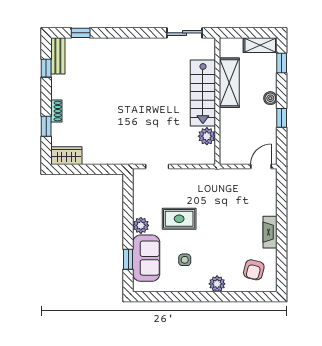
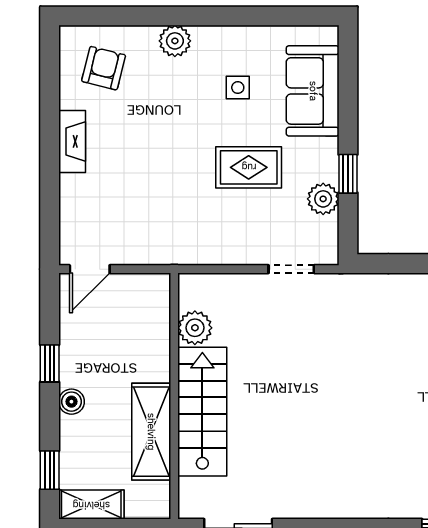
plant: (141, 225) -> (323, 199), moved
window: (128, 259) -> (348, 174), moved

